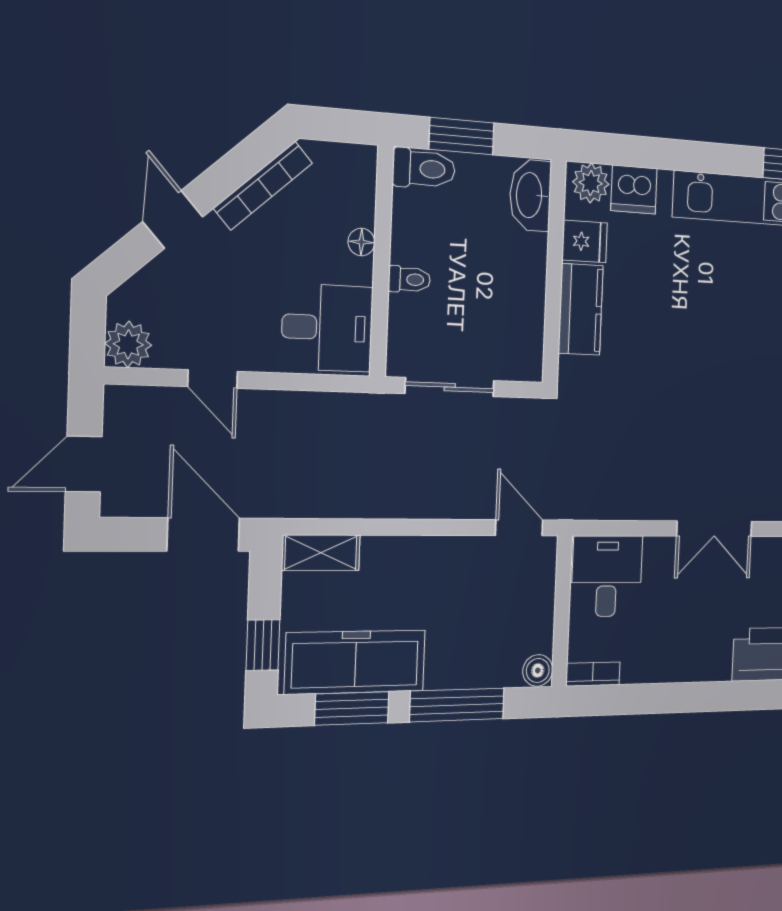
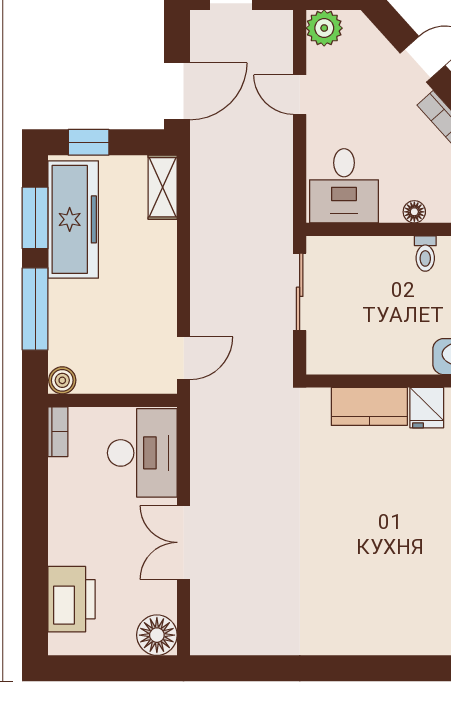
toilet: (409, 279) -> (425, 253), moved
door: (213, 379) -> (300, 95), hinge flipped
desk: (607, 576) -> (142, 453), width x1.37

